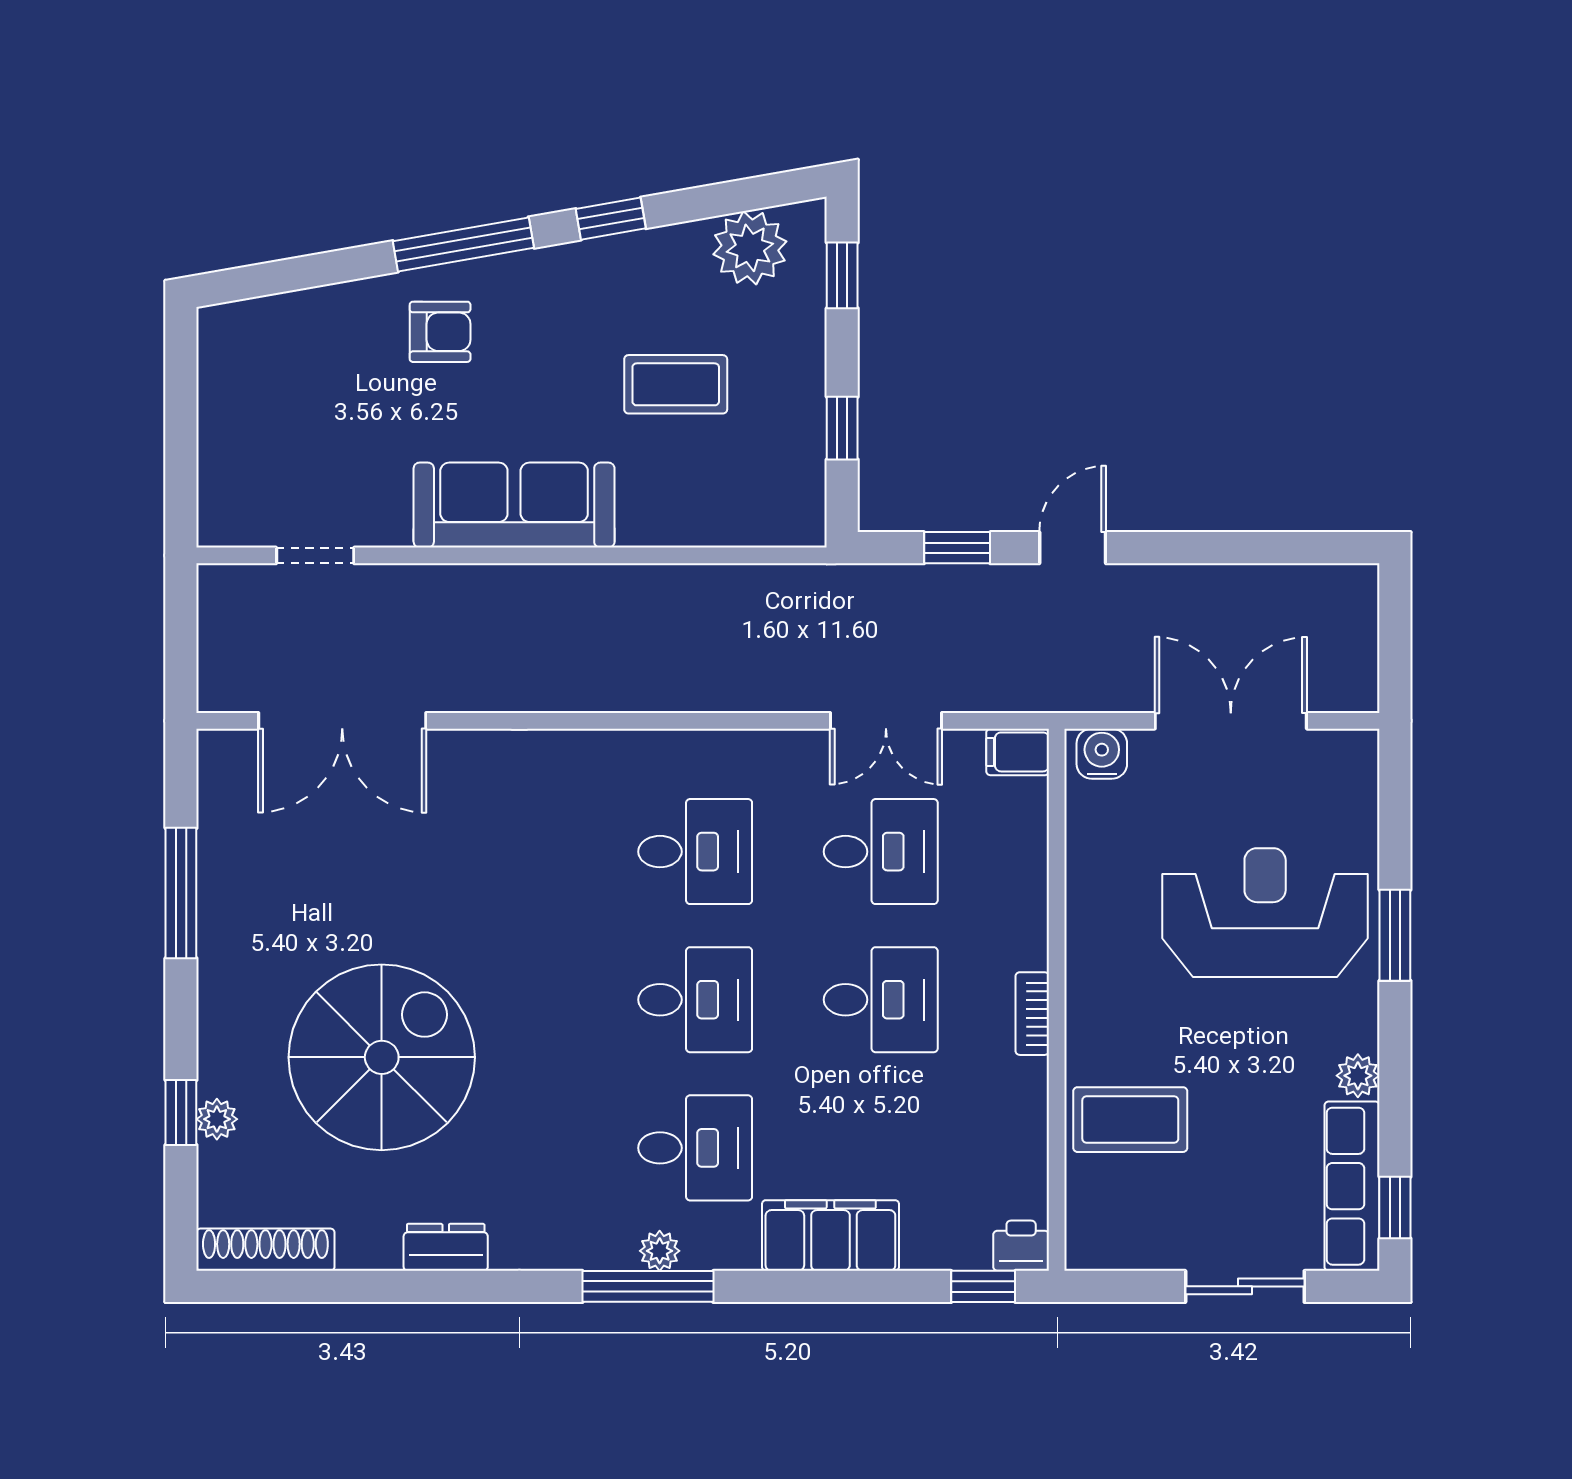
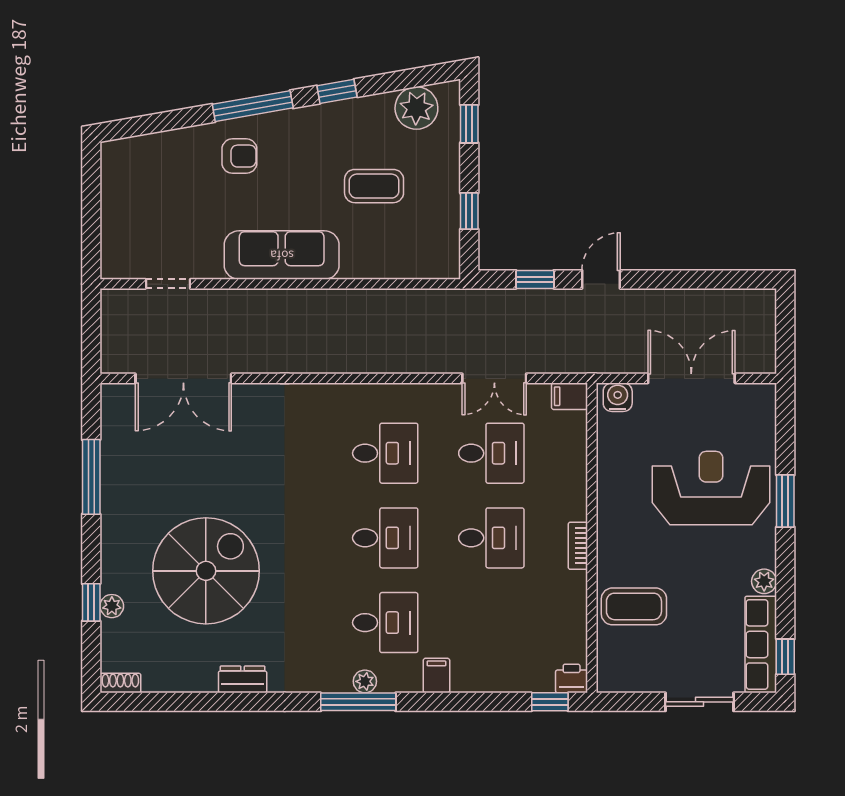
filing cabinet: (830, 1235) -> (436, 676), width x0.33, depth x0.86
shoe rack: (265, 1250) -> (120, 683), width x0.51, depth x0.81

